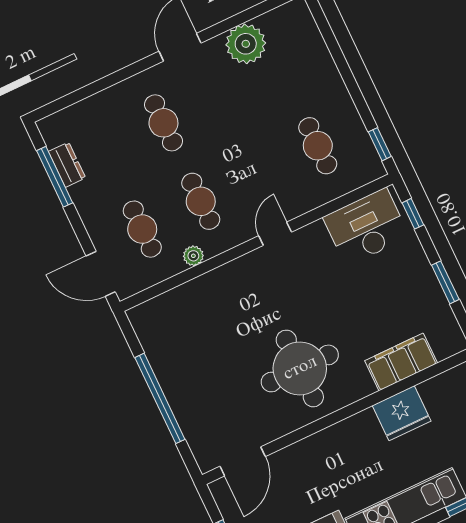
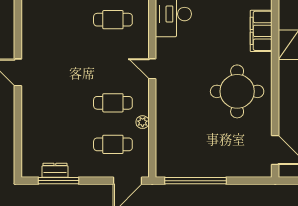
plant: (246, 44) -> (34, 33), removed
cafe table: (163, 123) -> (57, 103), removed
window: (160, 398) -> (195, 181), moved

